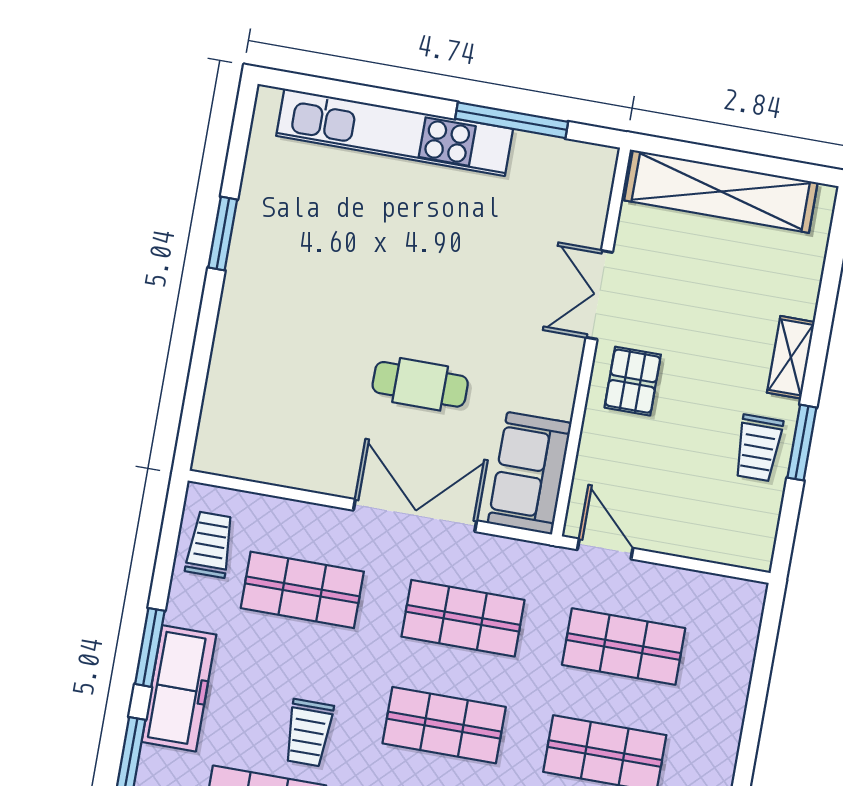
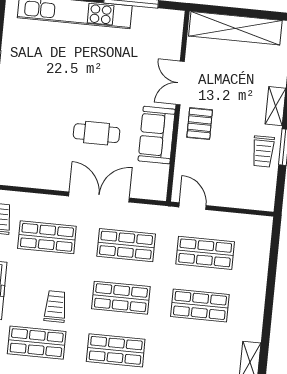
sofa: (530, 473) -> (157, 135), moved
trolley: (309, 733) -> (55, 306), turned 180

